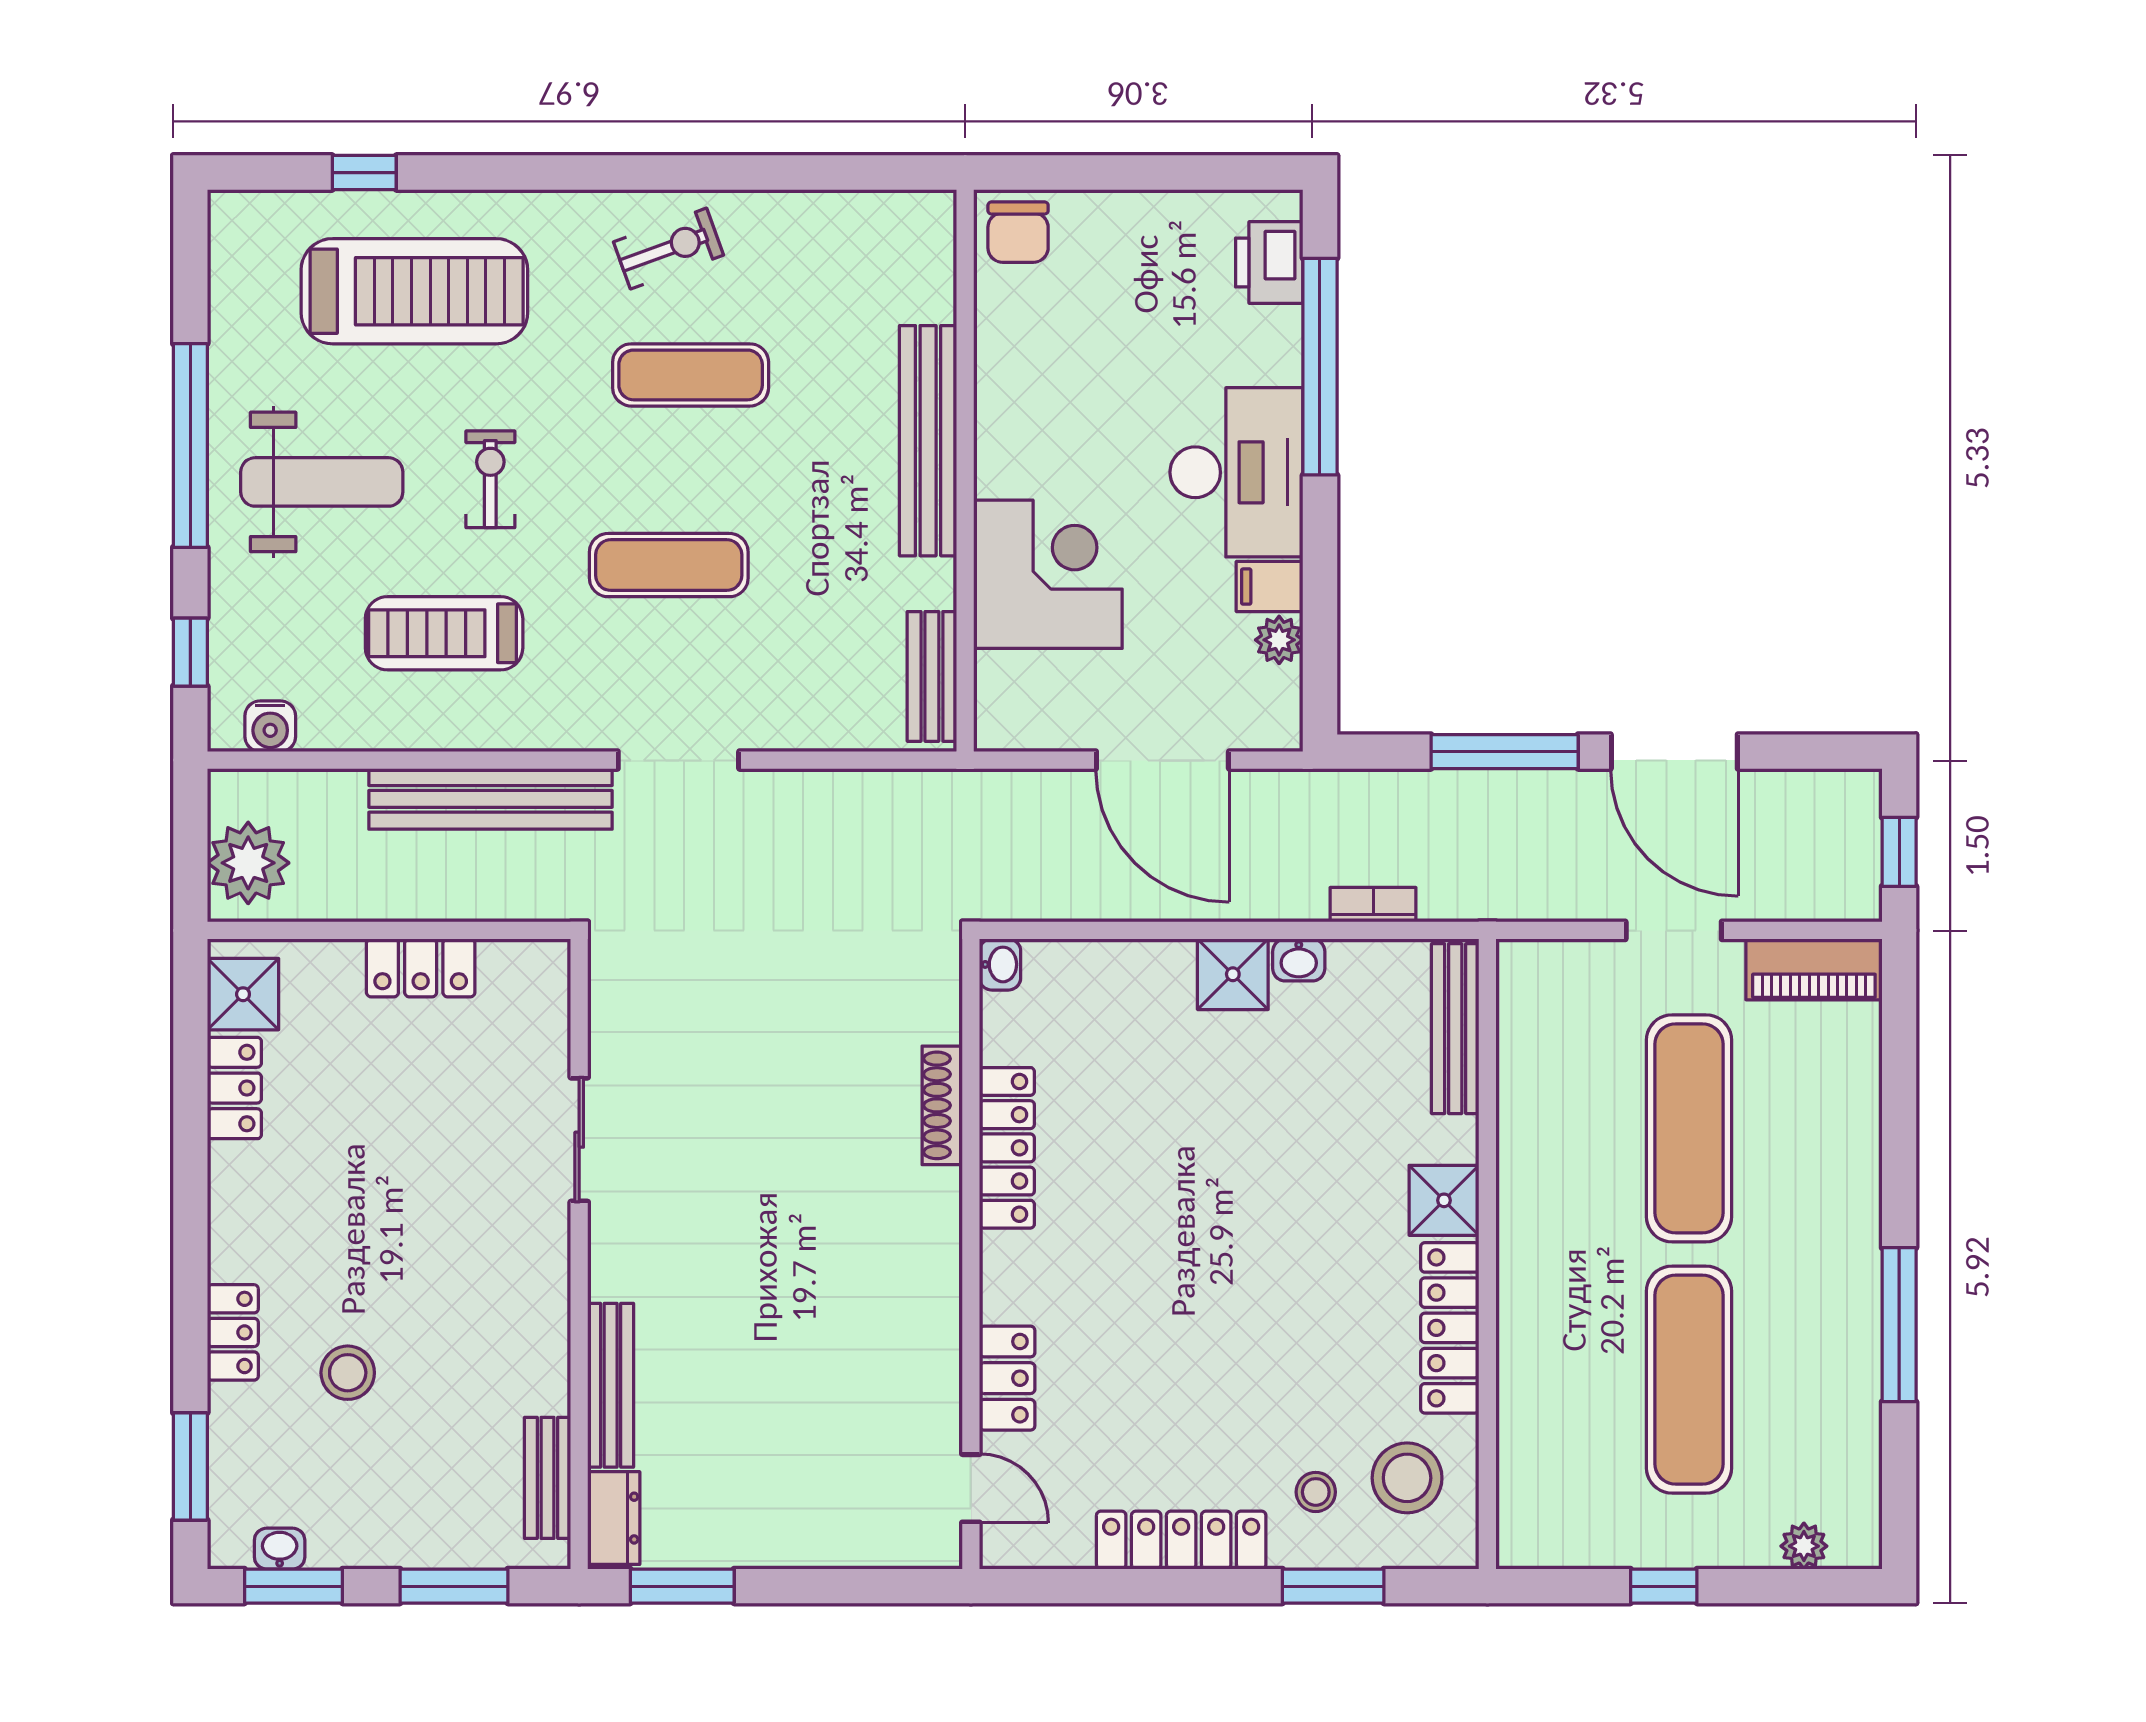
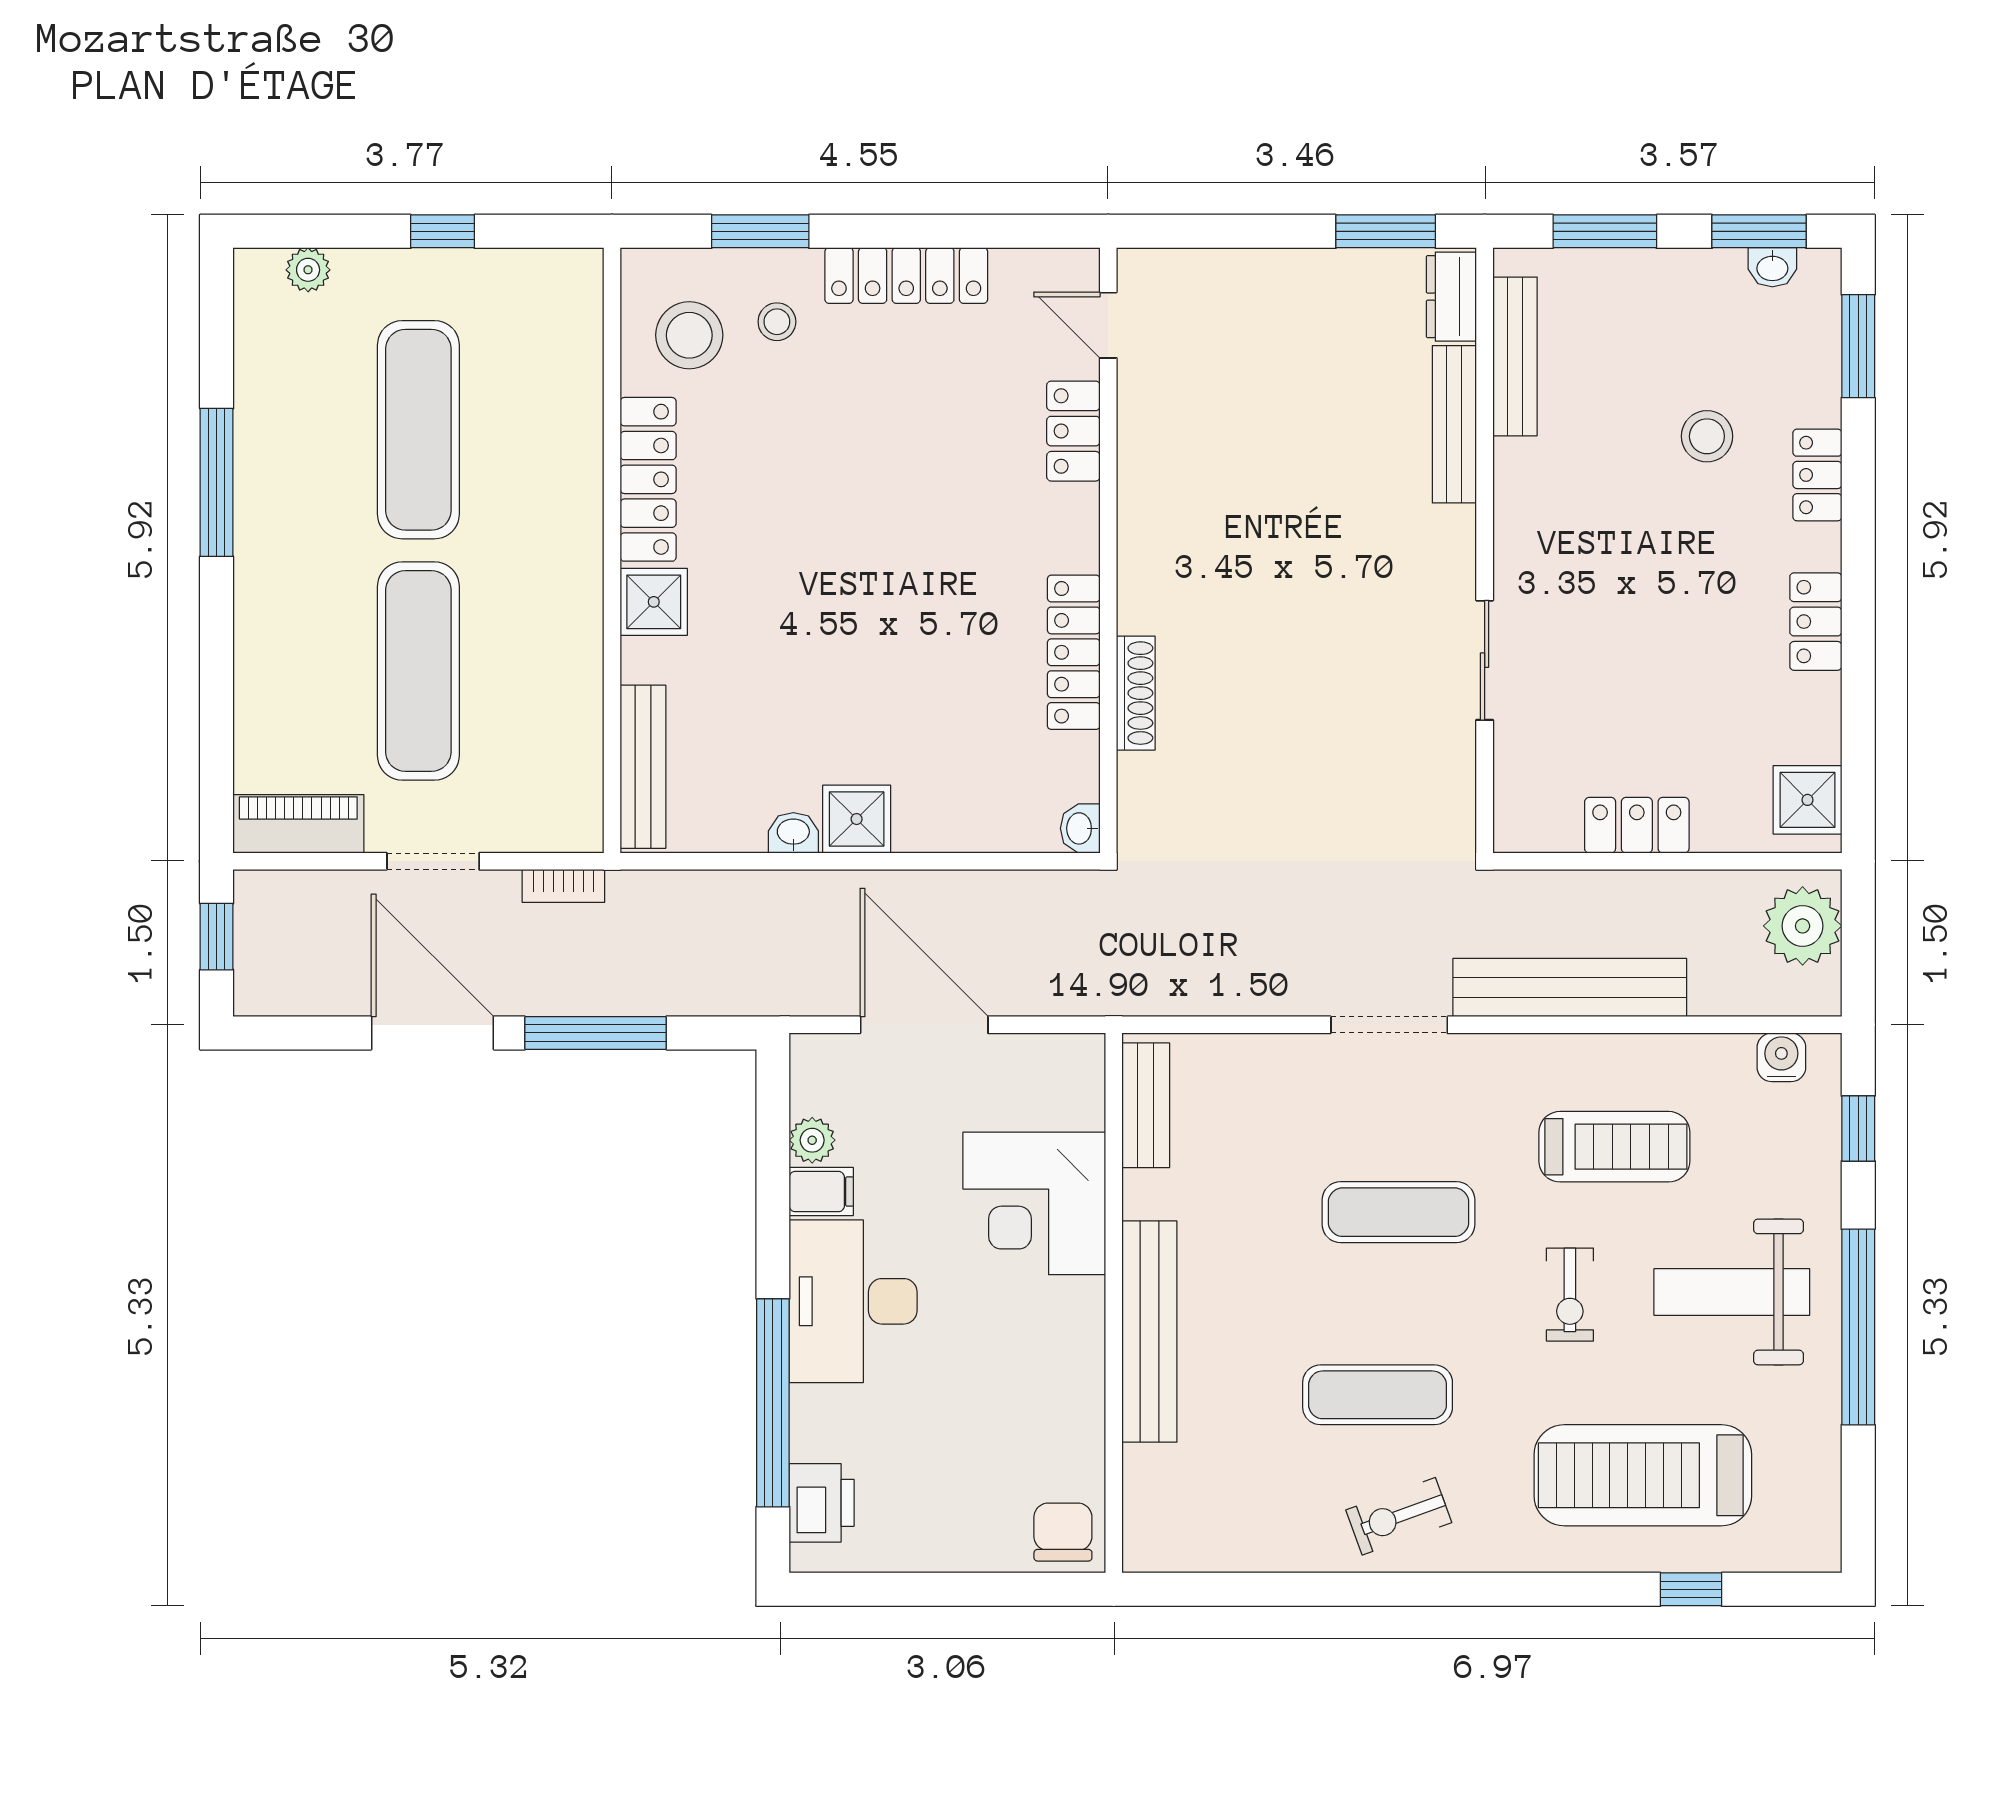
bookcase: (1373, 905) -> (563, 886), moved
locker: (234, 1088) -> (1816, 622), moved
bench: (548, 1478) -> (1515, 356), width x1.36

